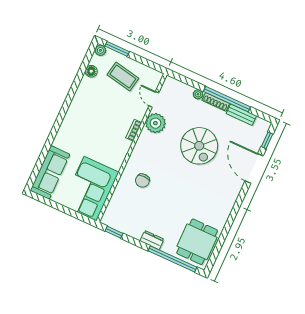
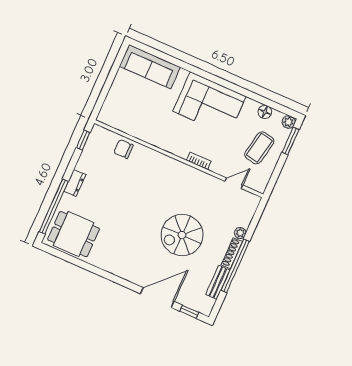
plant: (155, 123) -> (207, 185), removed
chair: (142, 181) -> (124, 149), moved
corner sofa: (90, 189) -> (210, 104), moved, turned 180

